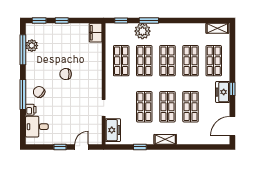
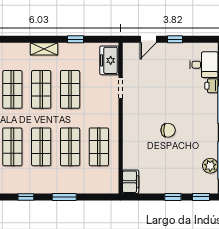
window: (121, 20) -> (26, 197), moved
plant: (142, 31) -> (72, 184), removed
chair: (39, 92) -> (201, 108), removed

